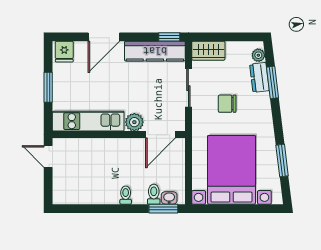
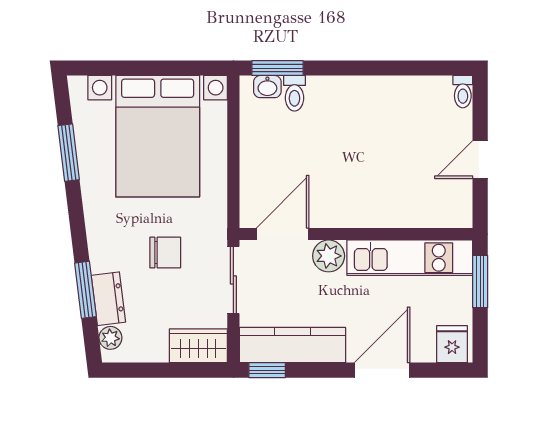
kitchen unit: (88, 121) -> (410, 258), moved
plant: (134, 122) -> (329, 256), moved
wall: (119, 135) -> (356, 234), moved
door: (160, 135) -> (283, 234), moved
door: (48, 156) -> (480, 160), swing flipped
toilet: (126, 195) -> (463, 92), moved

